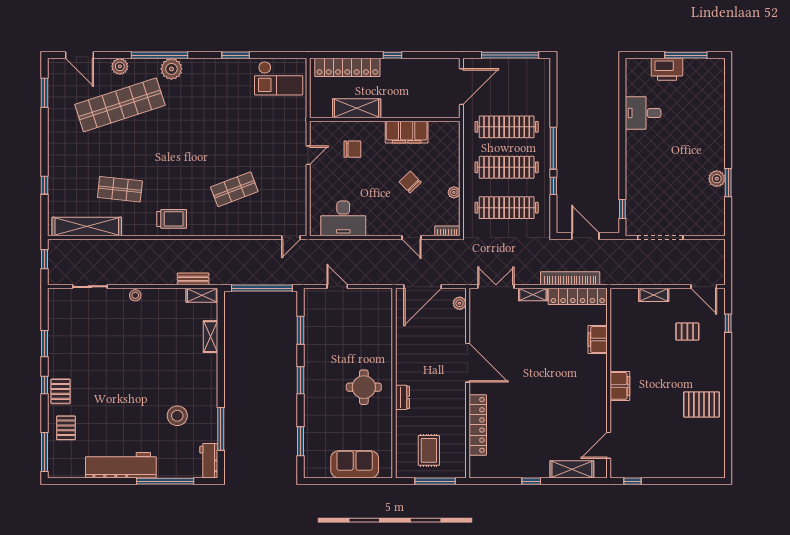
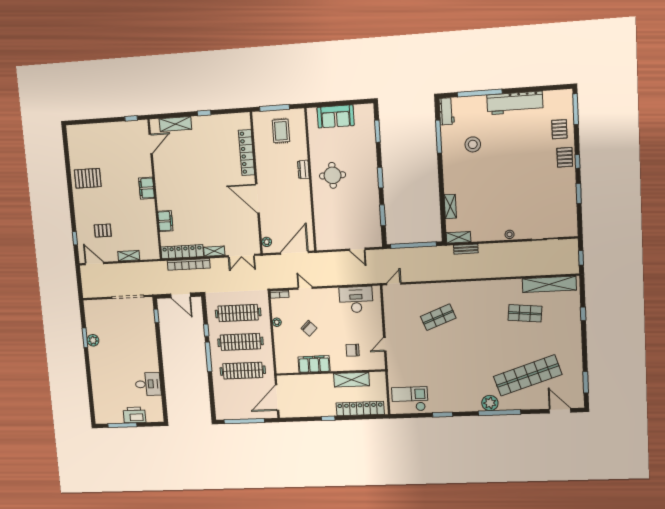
plant: (120, 66) -> (529, 403), removed
trolley: (172, 219) -> (484, 293), removed

